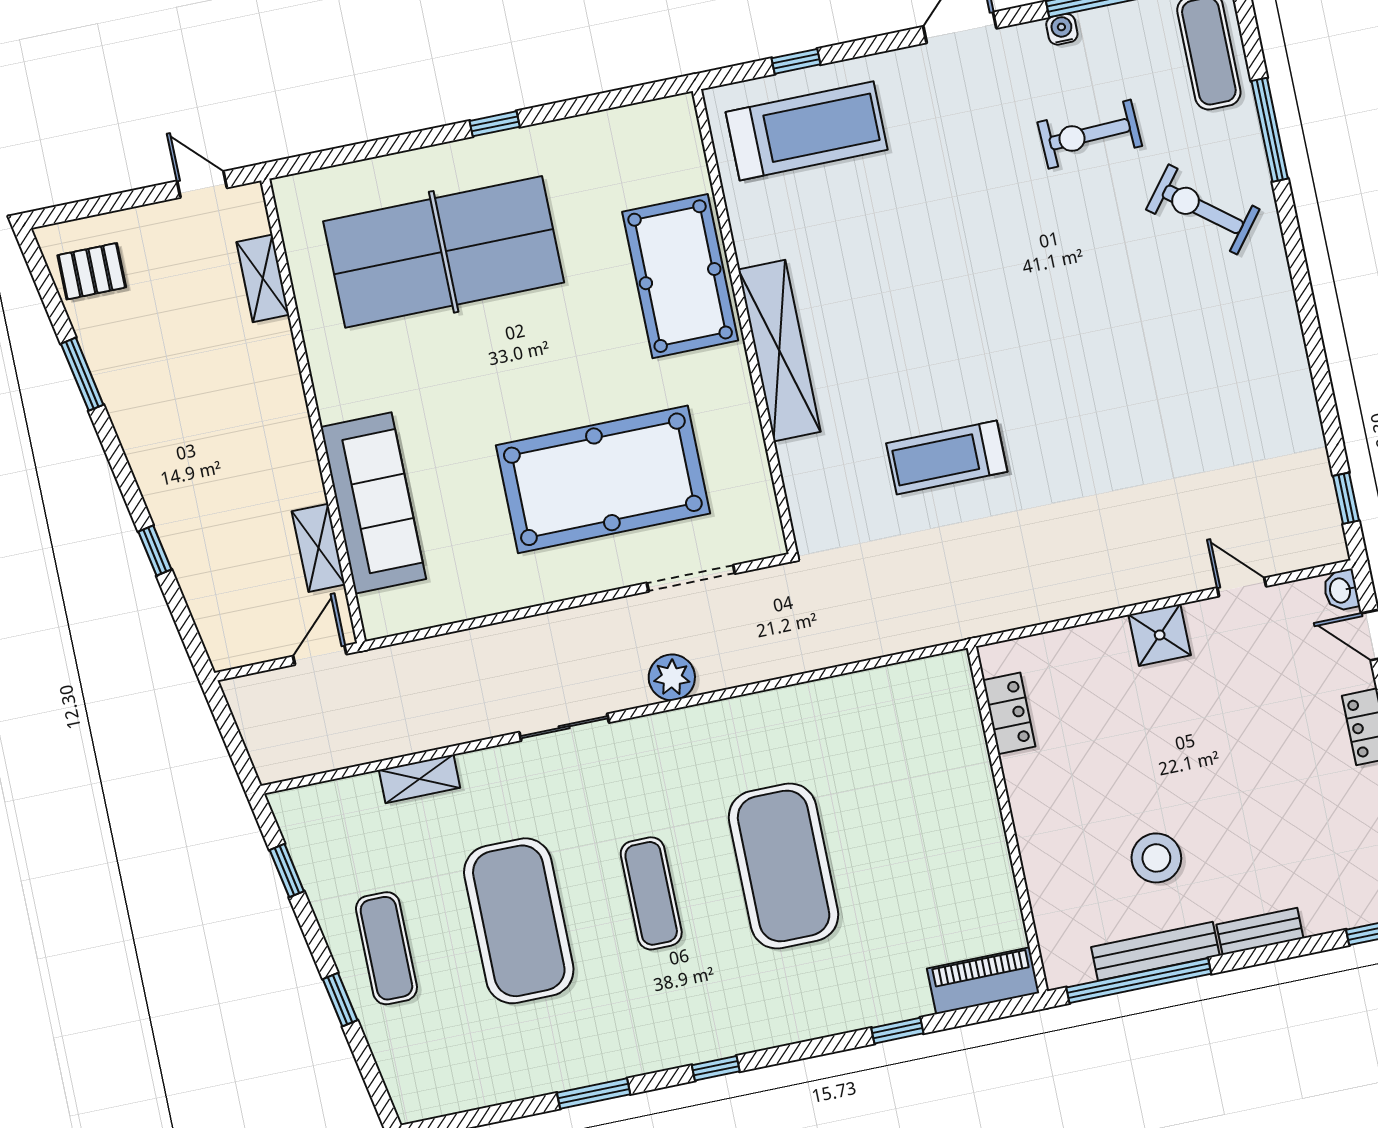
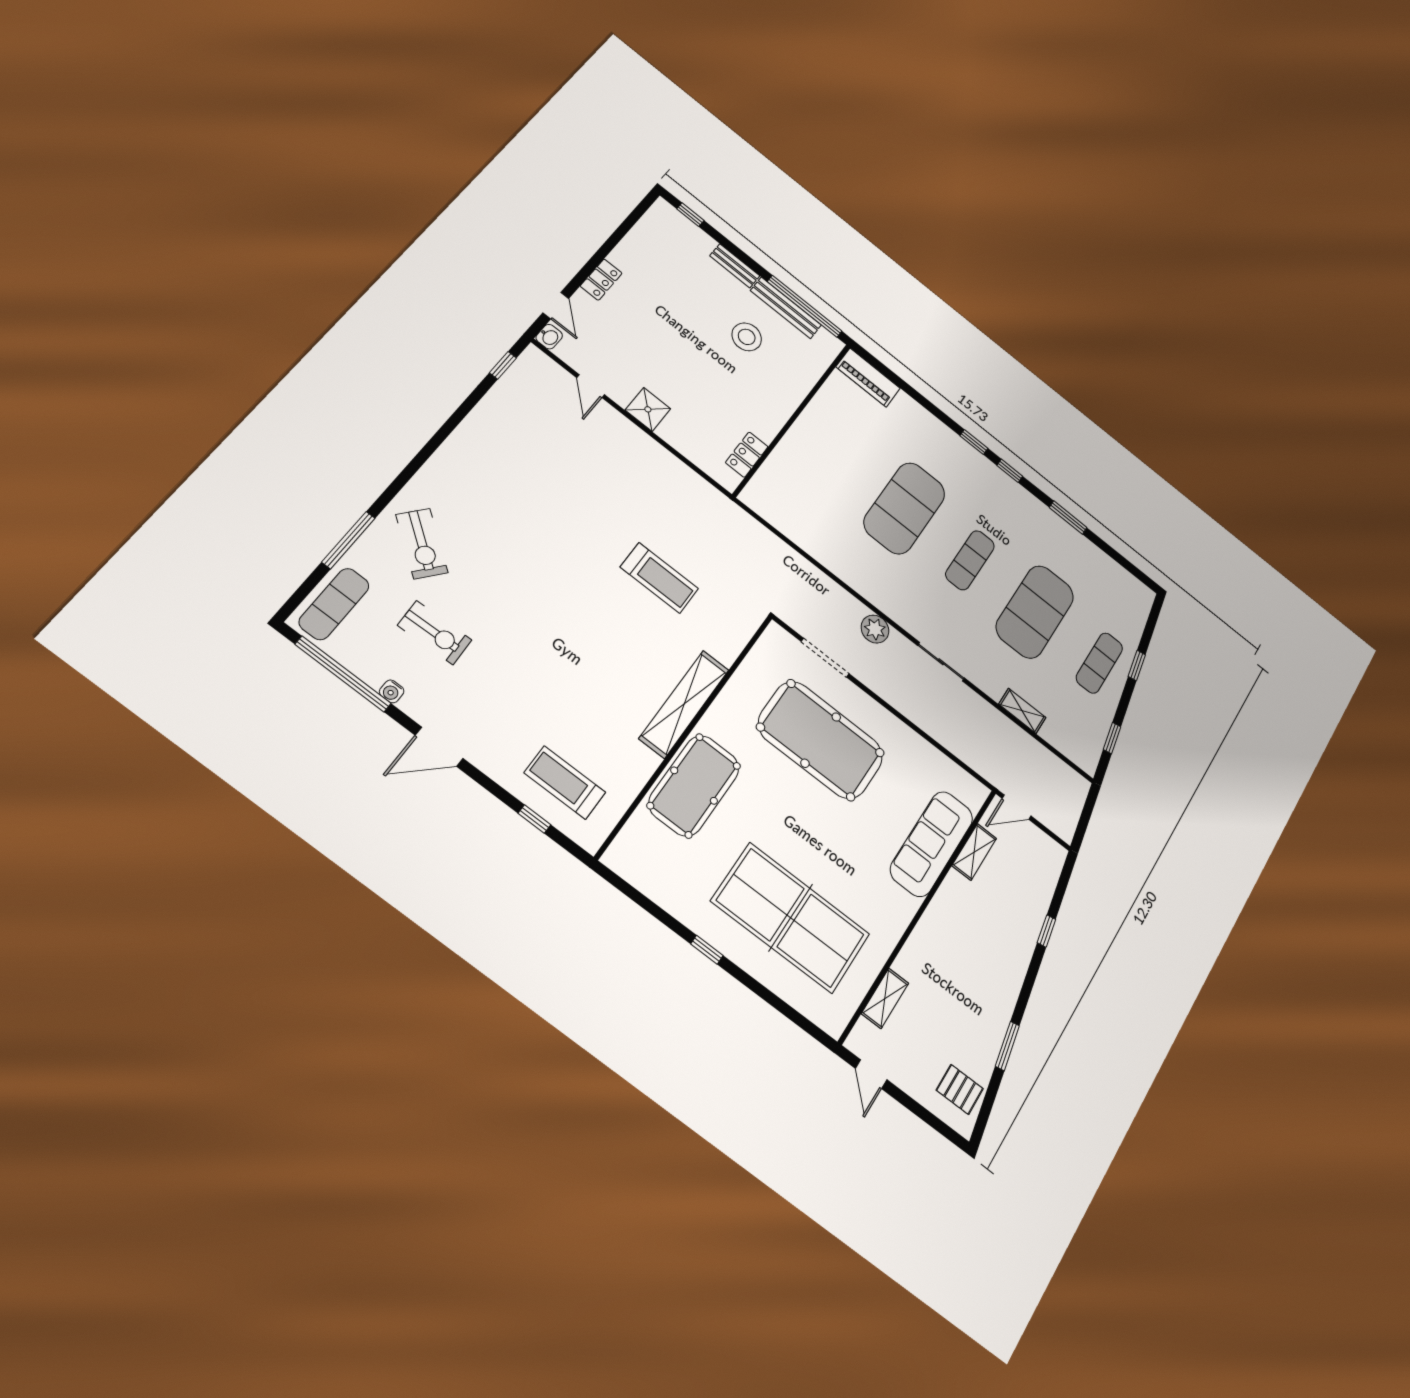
treadmill: (807, 131) -> (565, 783), width x0.73, depth x0.73
window: (897, 1031) -> (974, 442), moved

